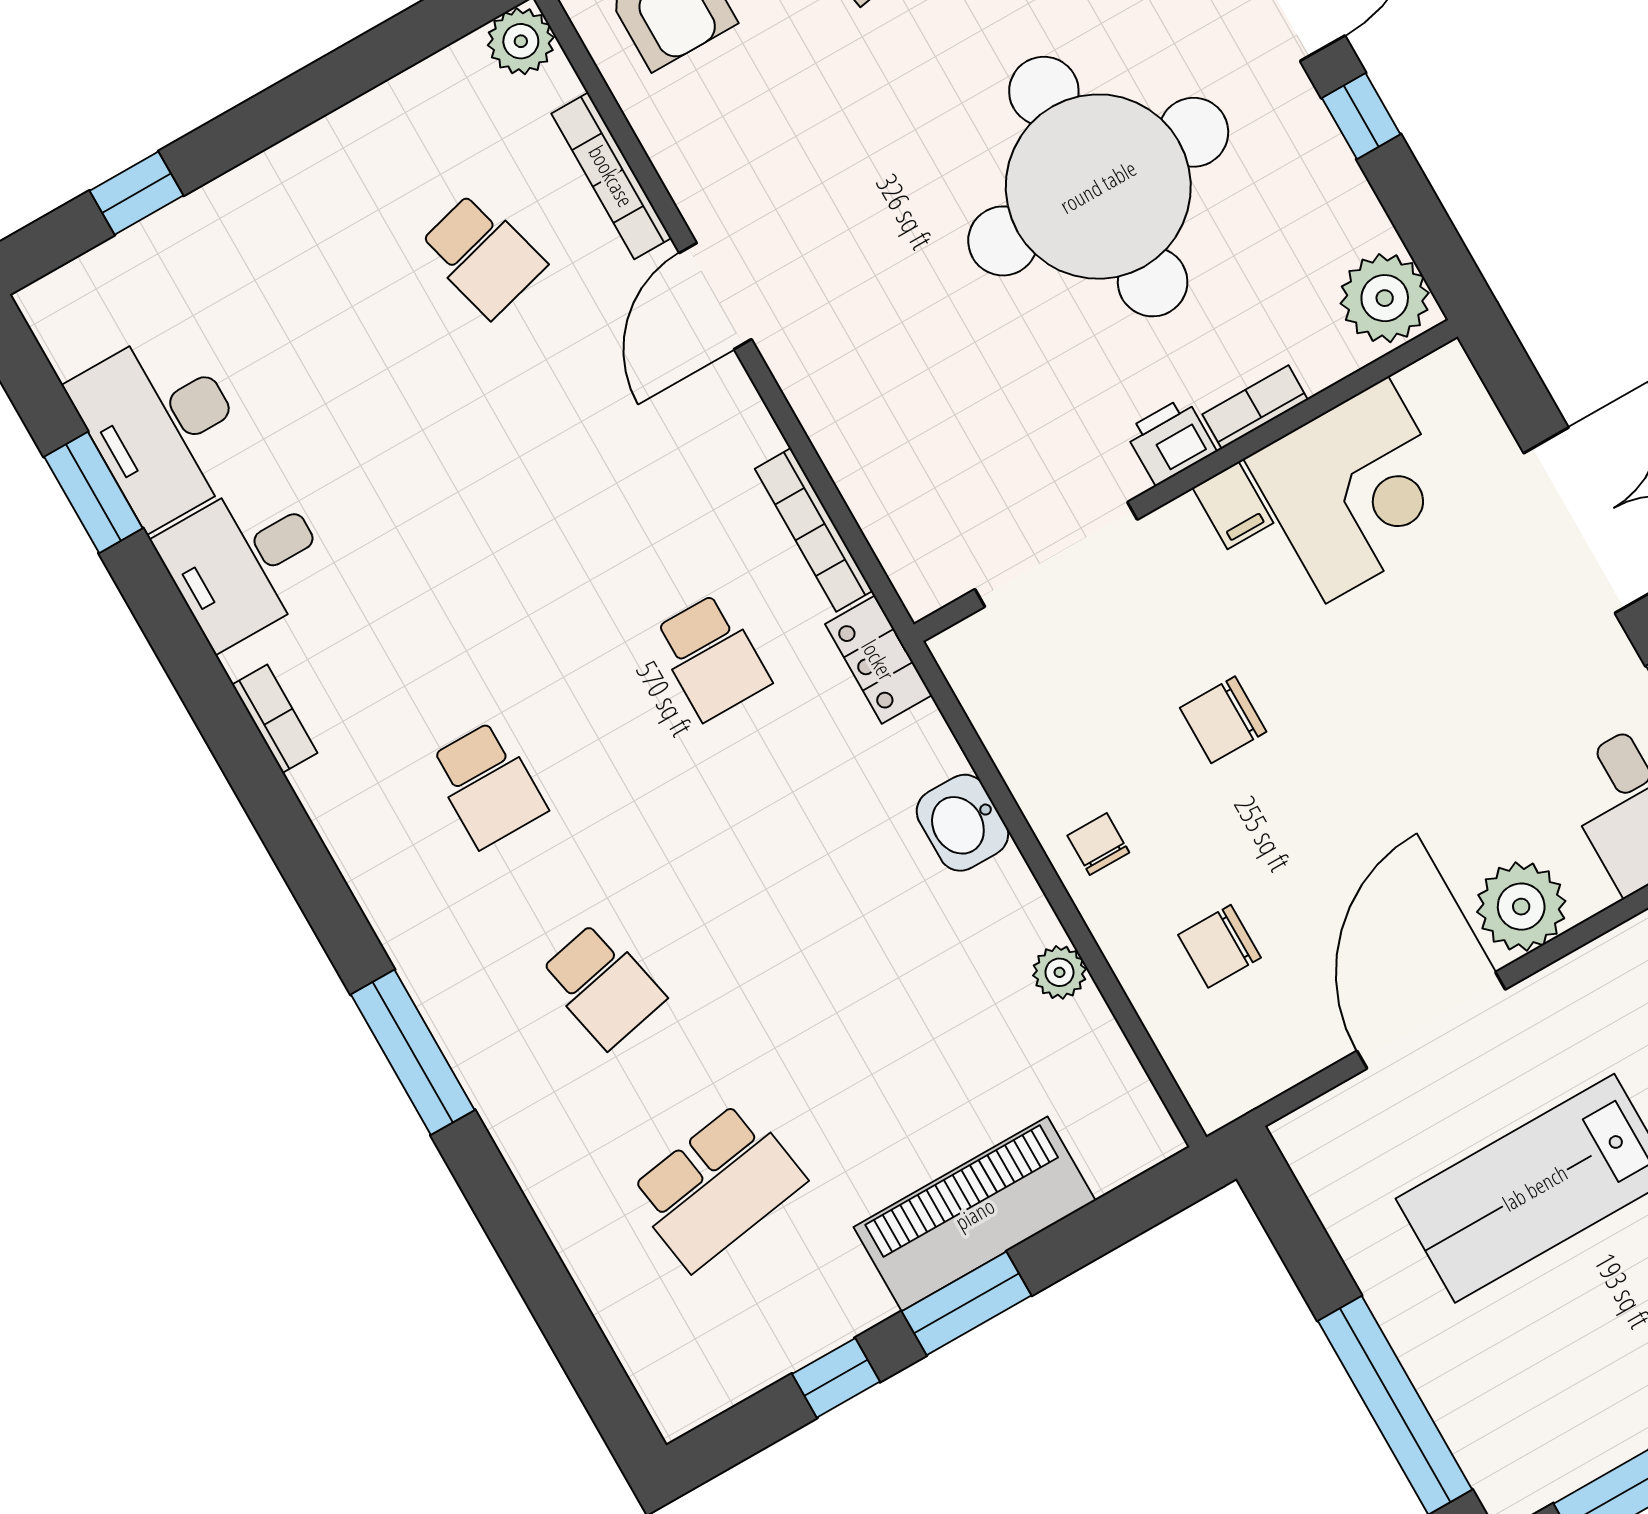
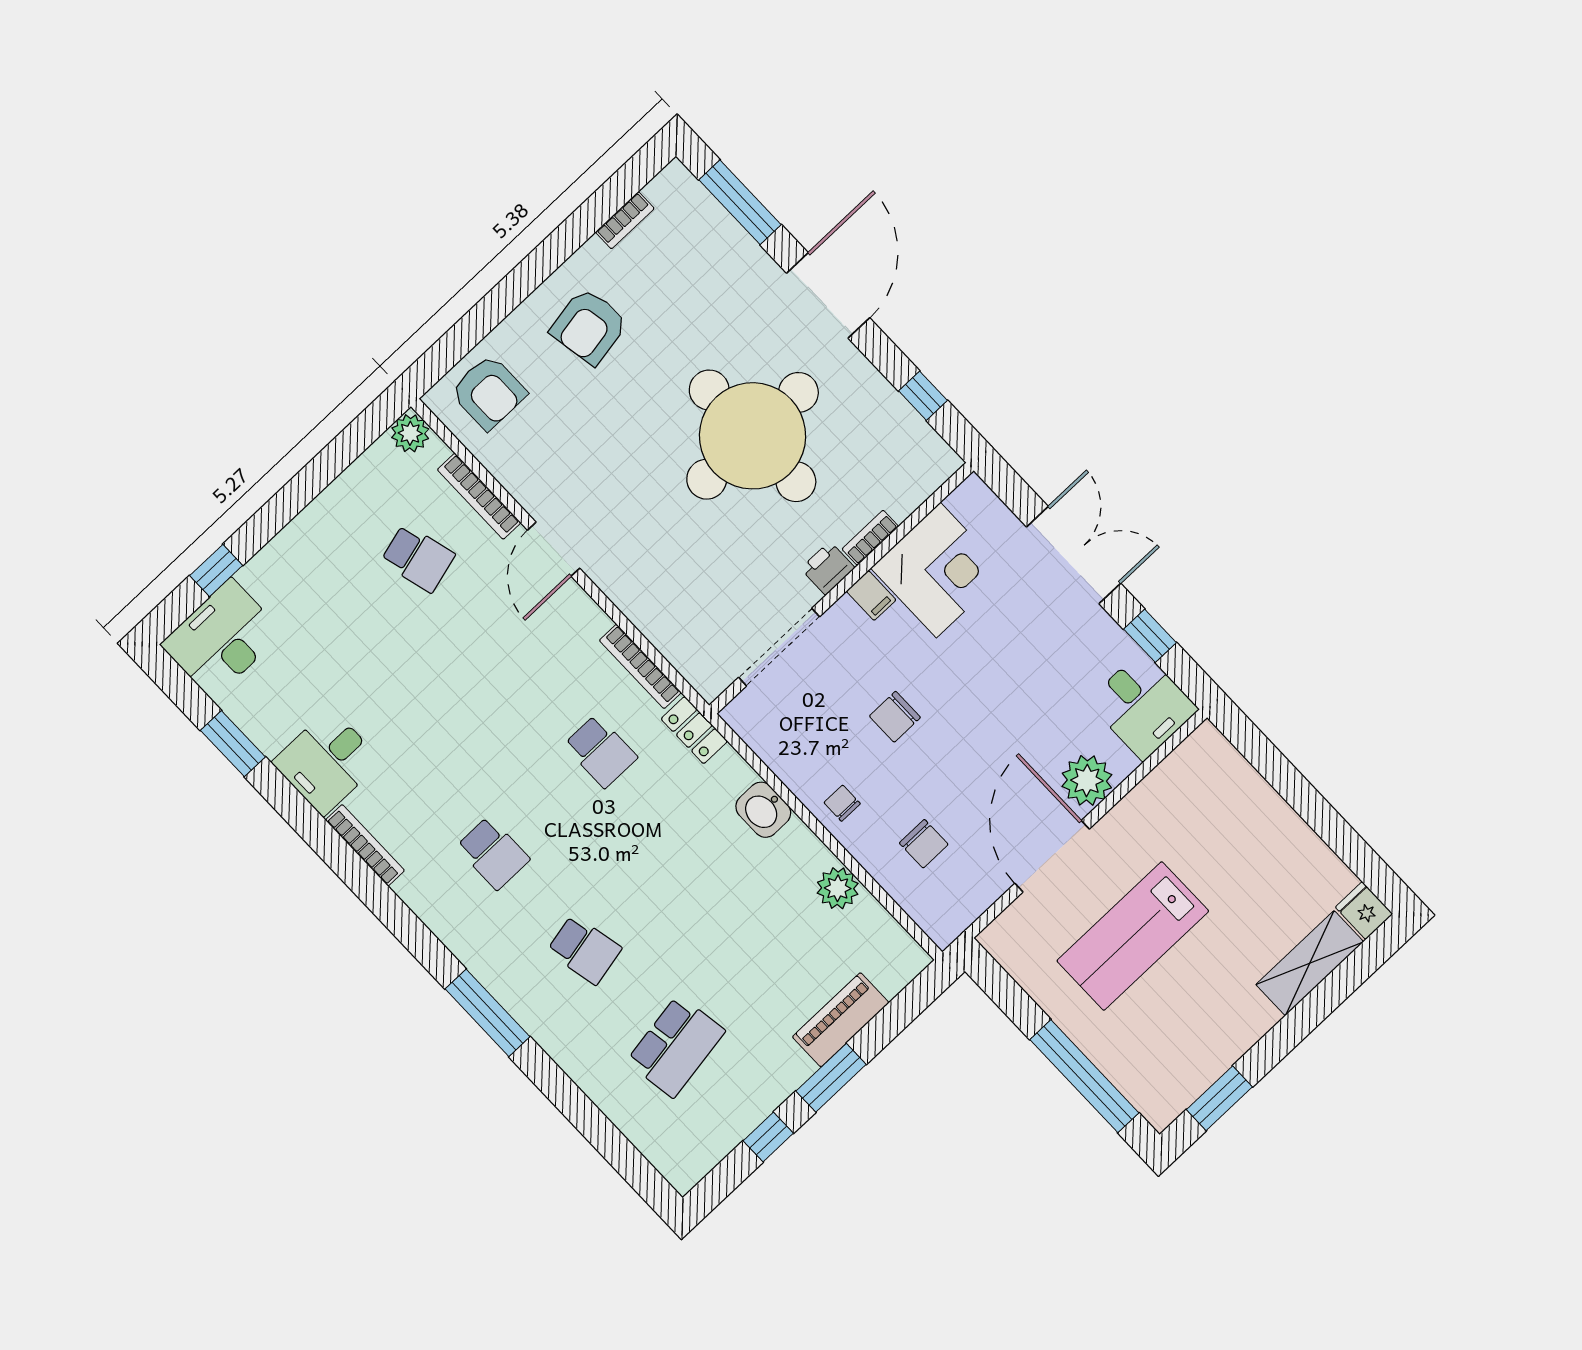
window: (1361, 116) -> (923, 396), moved
plant: (1385, 298) -> (928, 459), removed
desk: (163, 427) -> (222, 639), moved, turned 90
bookcase: (275, 719) -> (365, 845), width x1.56
chair: (1219, 946) -> (924, 844), turned -90
plant: (1059, 972) -> (838, 888), width x1.38, depth x1.38
piano: (975, 1214) -> (841, 1020), width x0.73, depth x0.75

